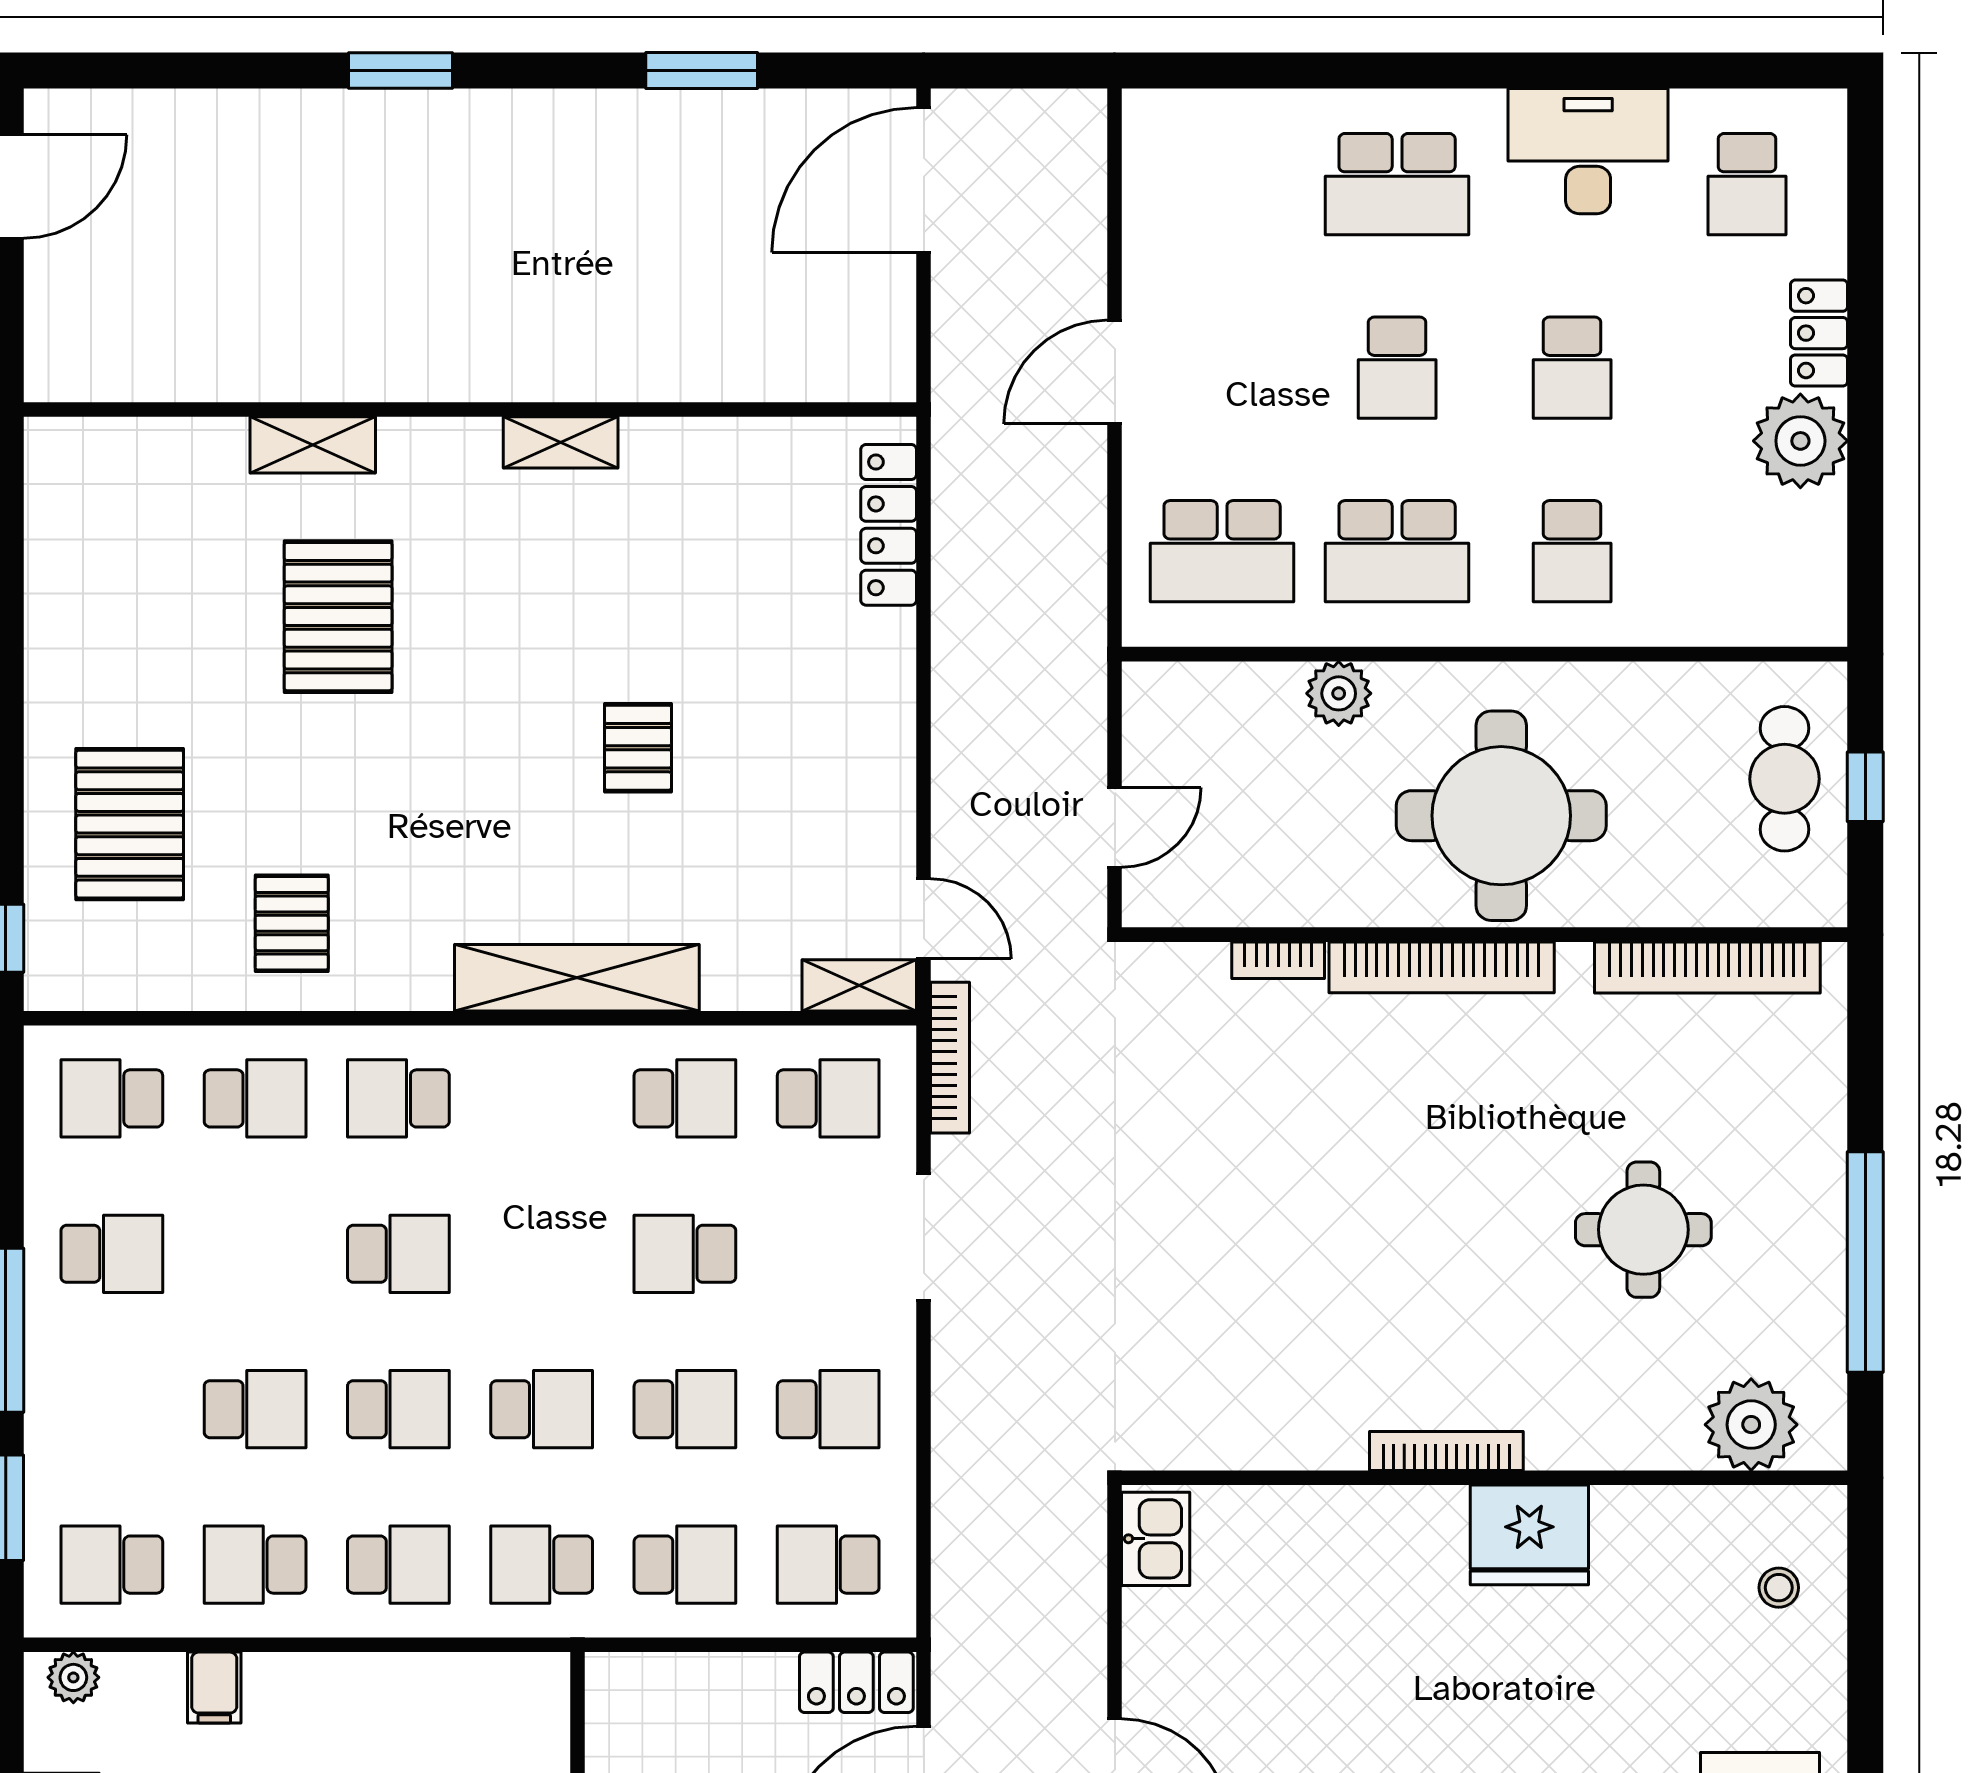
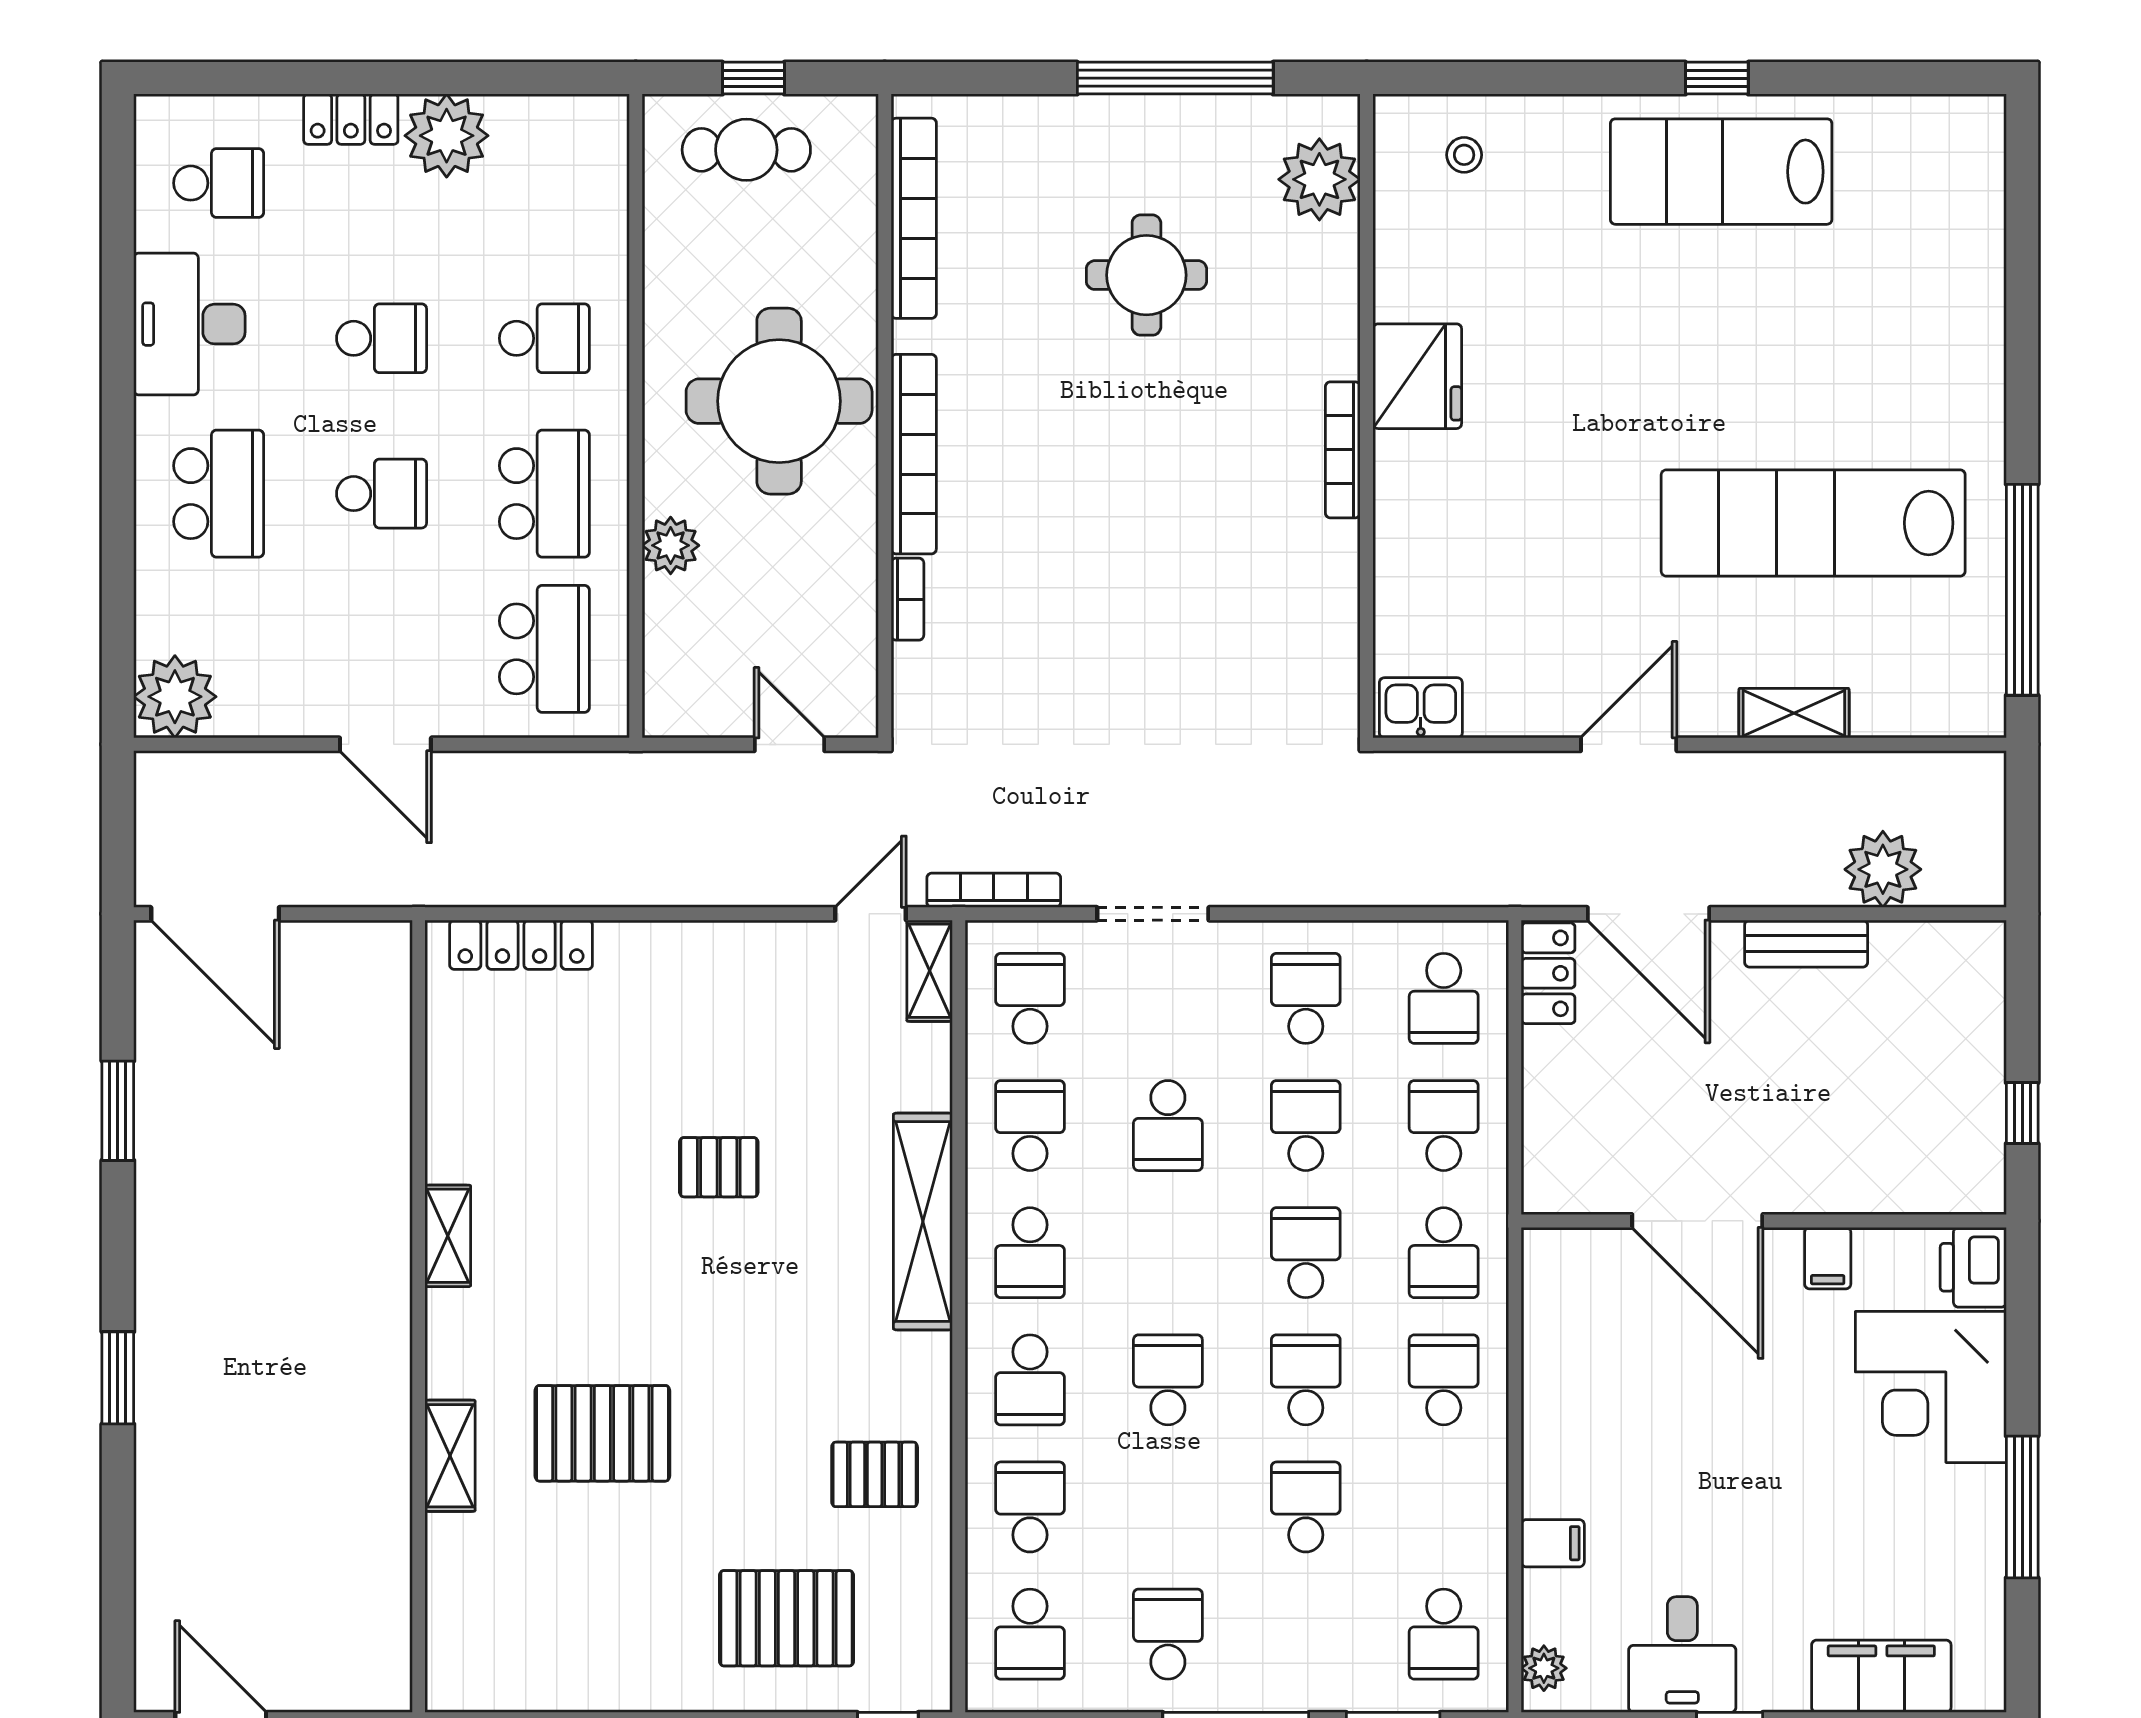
plant: (1168, 135) -> (175, 697), added
school desk: (255, 1565) -> (1030, 1253), moved

